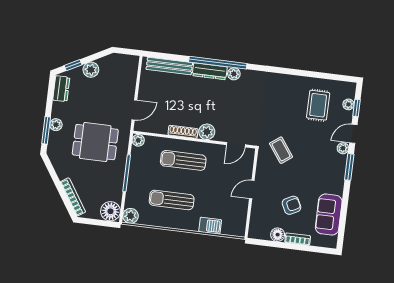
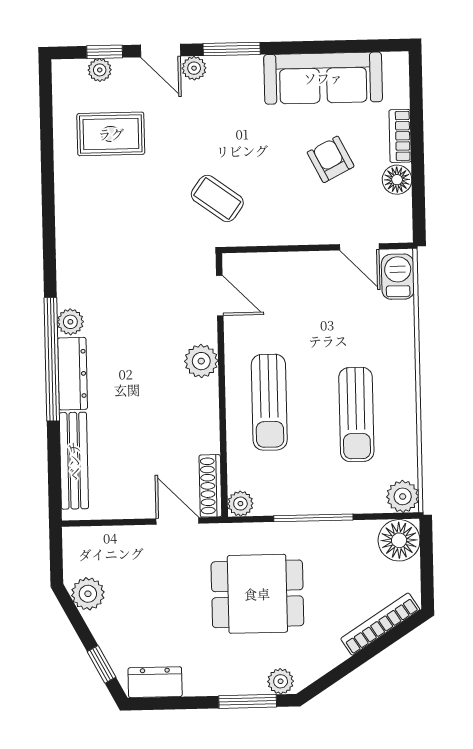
plant: (91, 70) -> (88, 594), moved
plant: (56, 125) -> (281, 681), moved
shoe rack: (183, 132) -> (210, 486), moved
dining table: (95, 142) -> (257, 594), turned 90
coffee table: (281, 150) -> (217, 198), turned 72
door: (252, 190) -> (359, 247), moved
sofa: (329, 215) -> (323, 78), width x1.36
barbecue: (210, 226) -> (398, 277), moved

